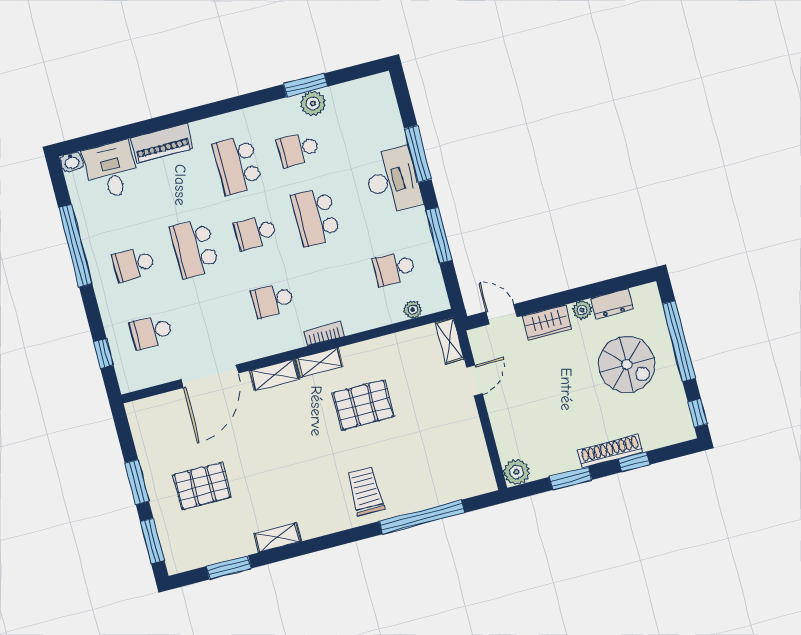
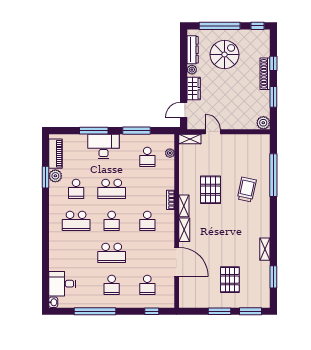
piano: (162, 143) -> (56, 154), moved
dresser: (612, 304) -> (193, 50), width x1.44
trolley: (366, 491) -> (247, 190), moved, turned 102

